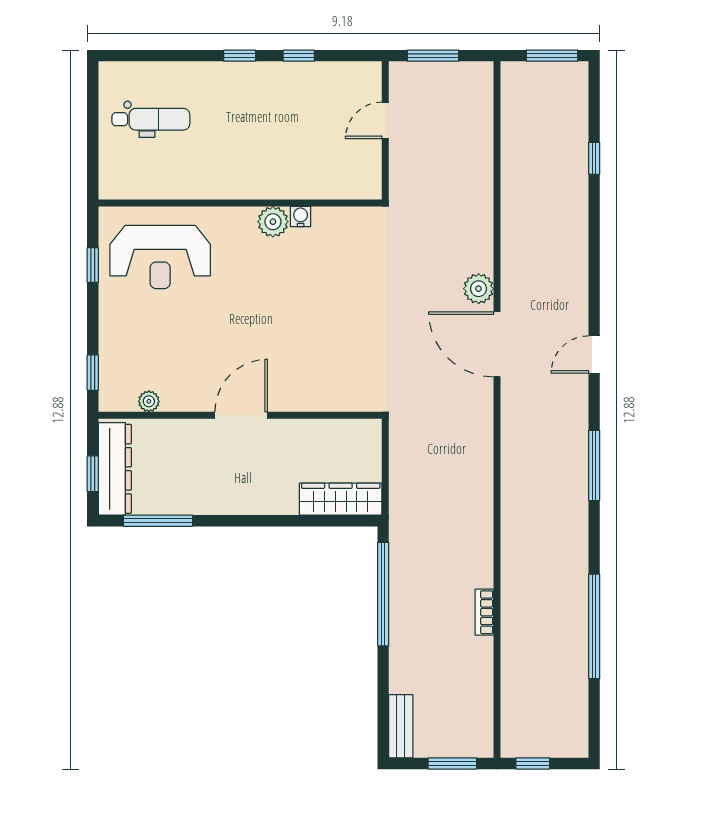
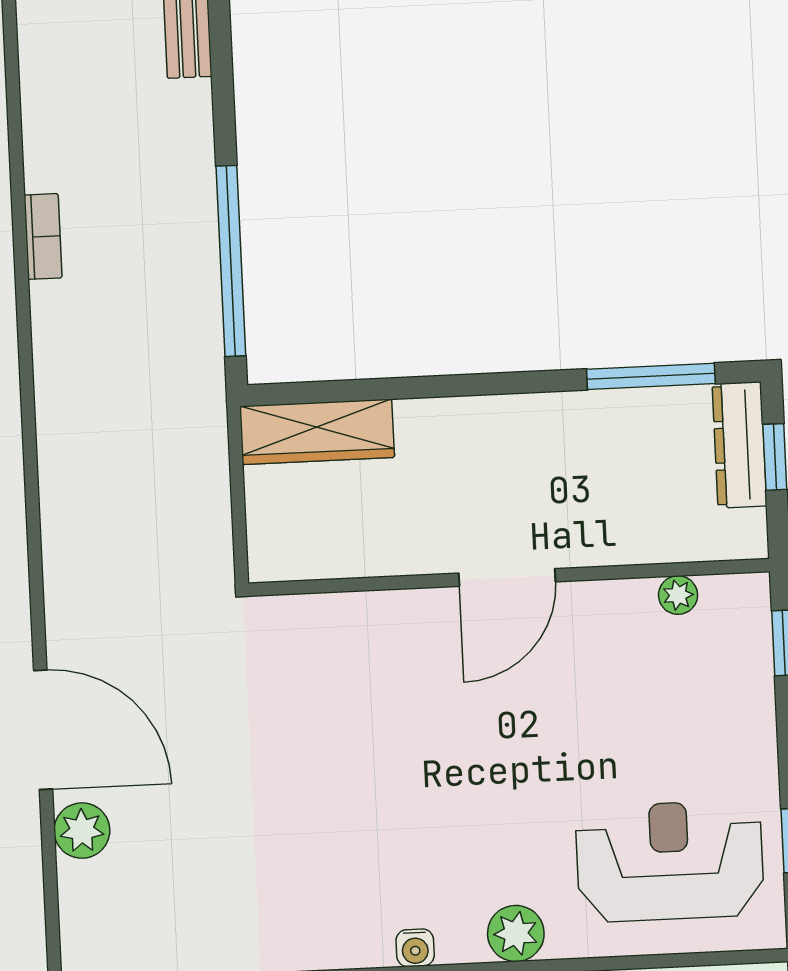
plant: (273, 222) -> (516, 933), moved
dresser: (115, 469) -> (740, 445), width x0.73, depth x0.80

